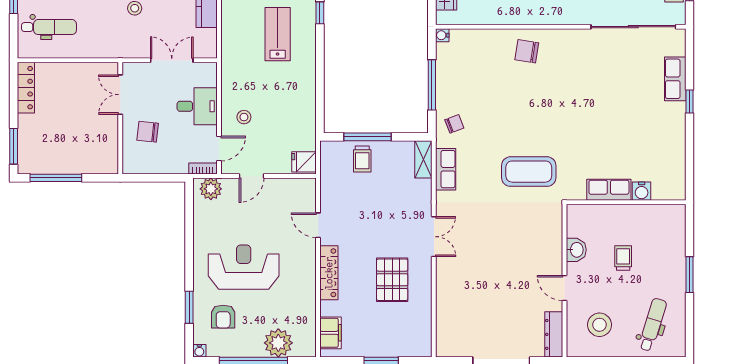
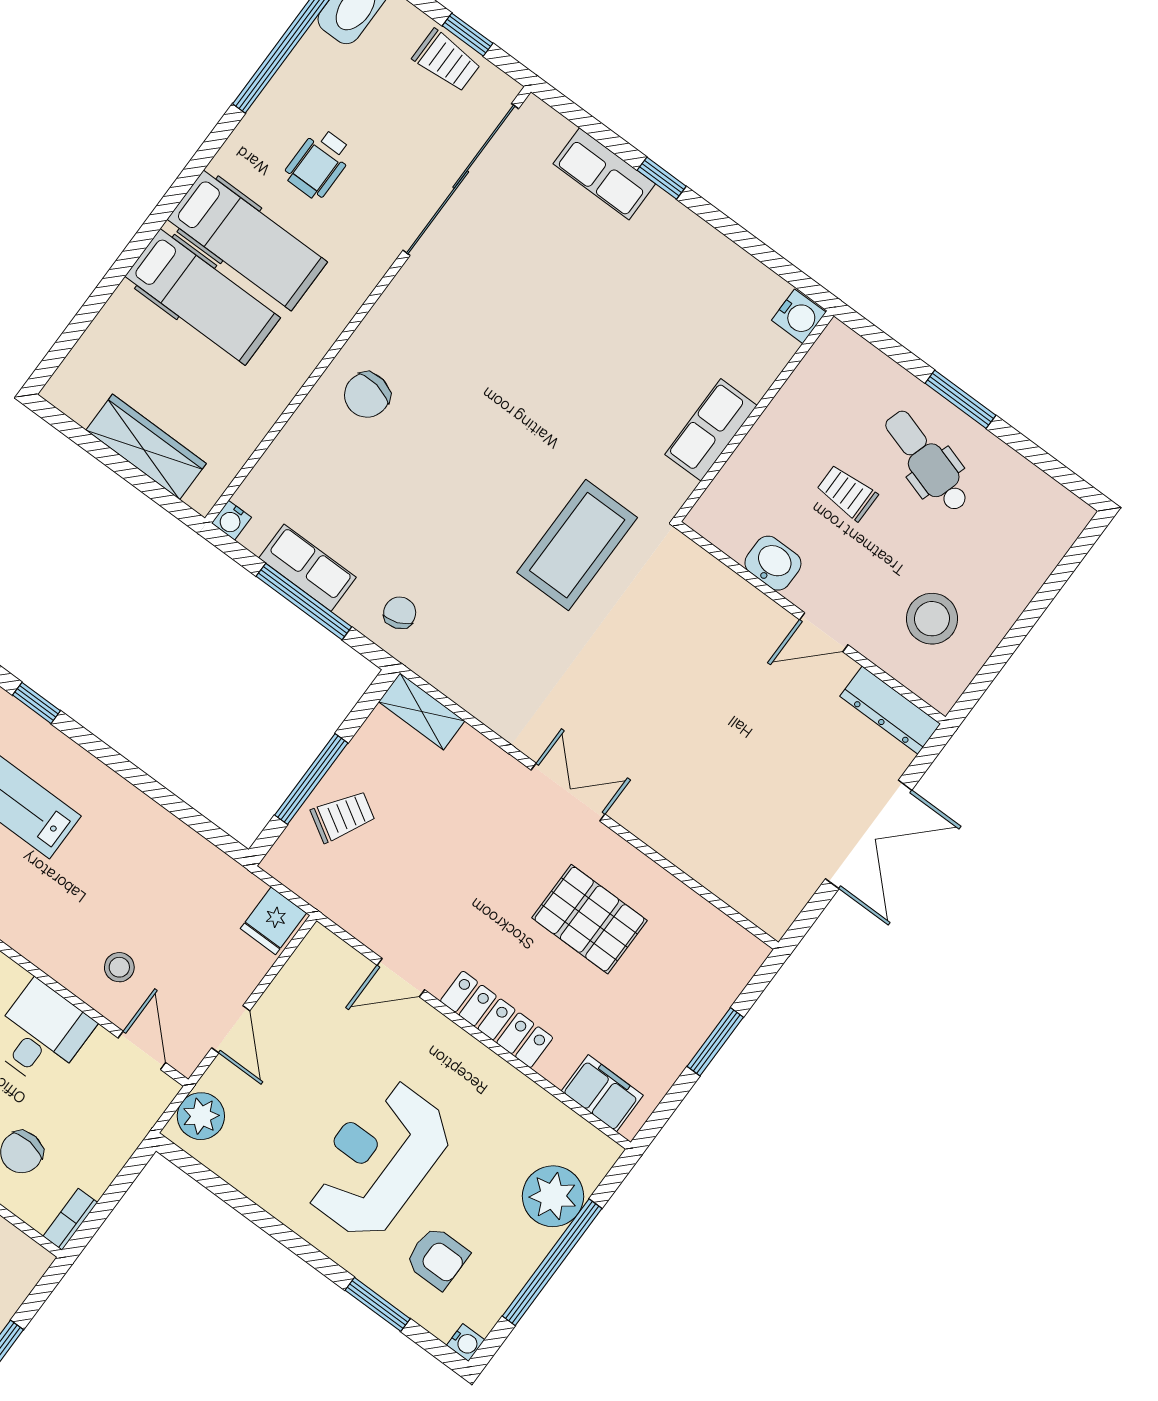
trolley: (362, 159) -> (343, 816), turned -59
bookcase: (203, 169) -> (70, 1219), moved
row of seats: (446, 169) -> (308, 568), moved
water cooler: (642, 191) -> (799, 316), moved
dental chair: (653, 325) -> (927, 461), moved

